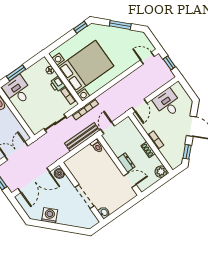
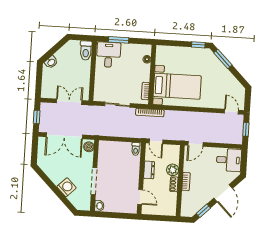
window: (120, 25) -> (223, 59), moved
bed with nightstands: (86, 66) -> (177, 86), width x0.73
printer: (57, 84) -> (144, 75), removed
desk: (167, 103) -> (229, 160), moved, turned 90
door: (108, 128) -> (156, 141), swing flipped
bench: (82, 137) -> (130, 132), removed
dresser: (126, 163) -> (149, 170), moved
plant: (161, 172) -> (173, 170), moved
washing machine: (50, 215) -> (67, 187), moved

